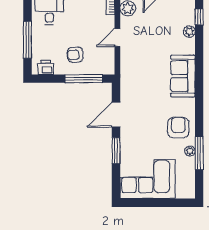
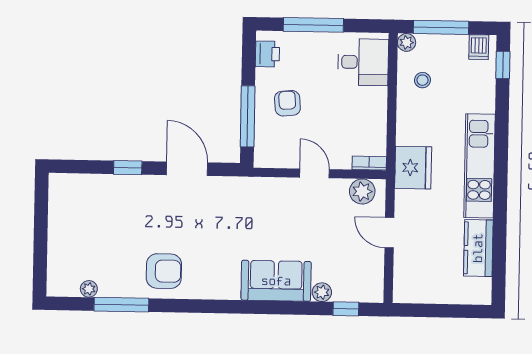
sofa: (183, 76) -> (276, 281), moved
window: (116, 151) -> (128, 168), width x0.67
plant: (190, 151) -> (89, 289), moved
corner sofa: (148, 179) -> (80, 219), removed

